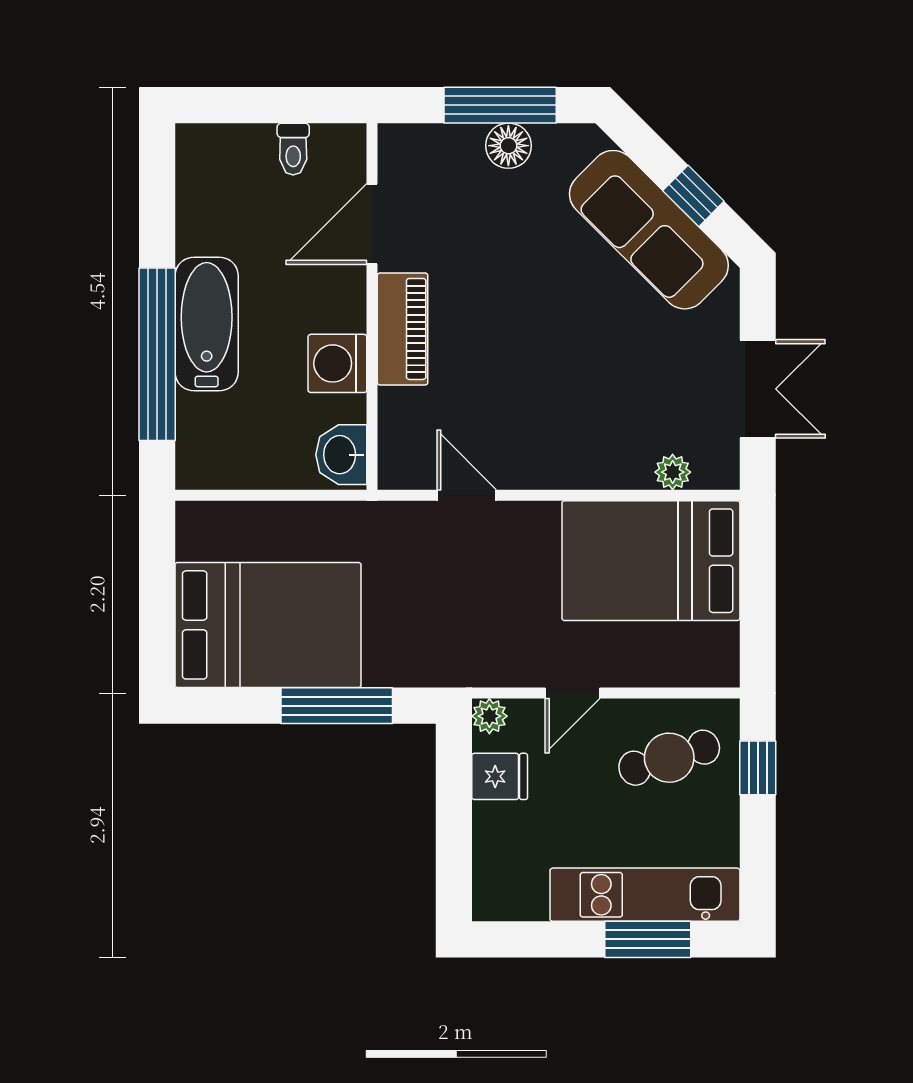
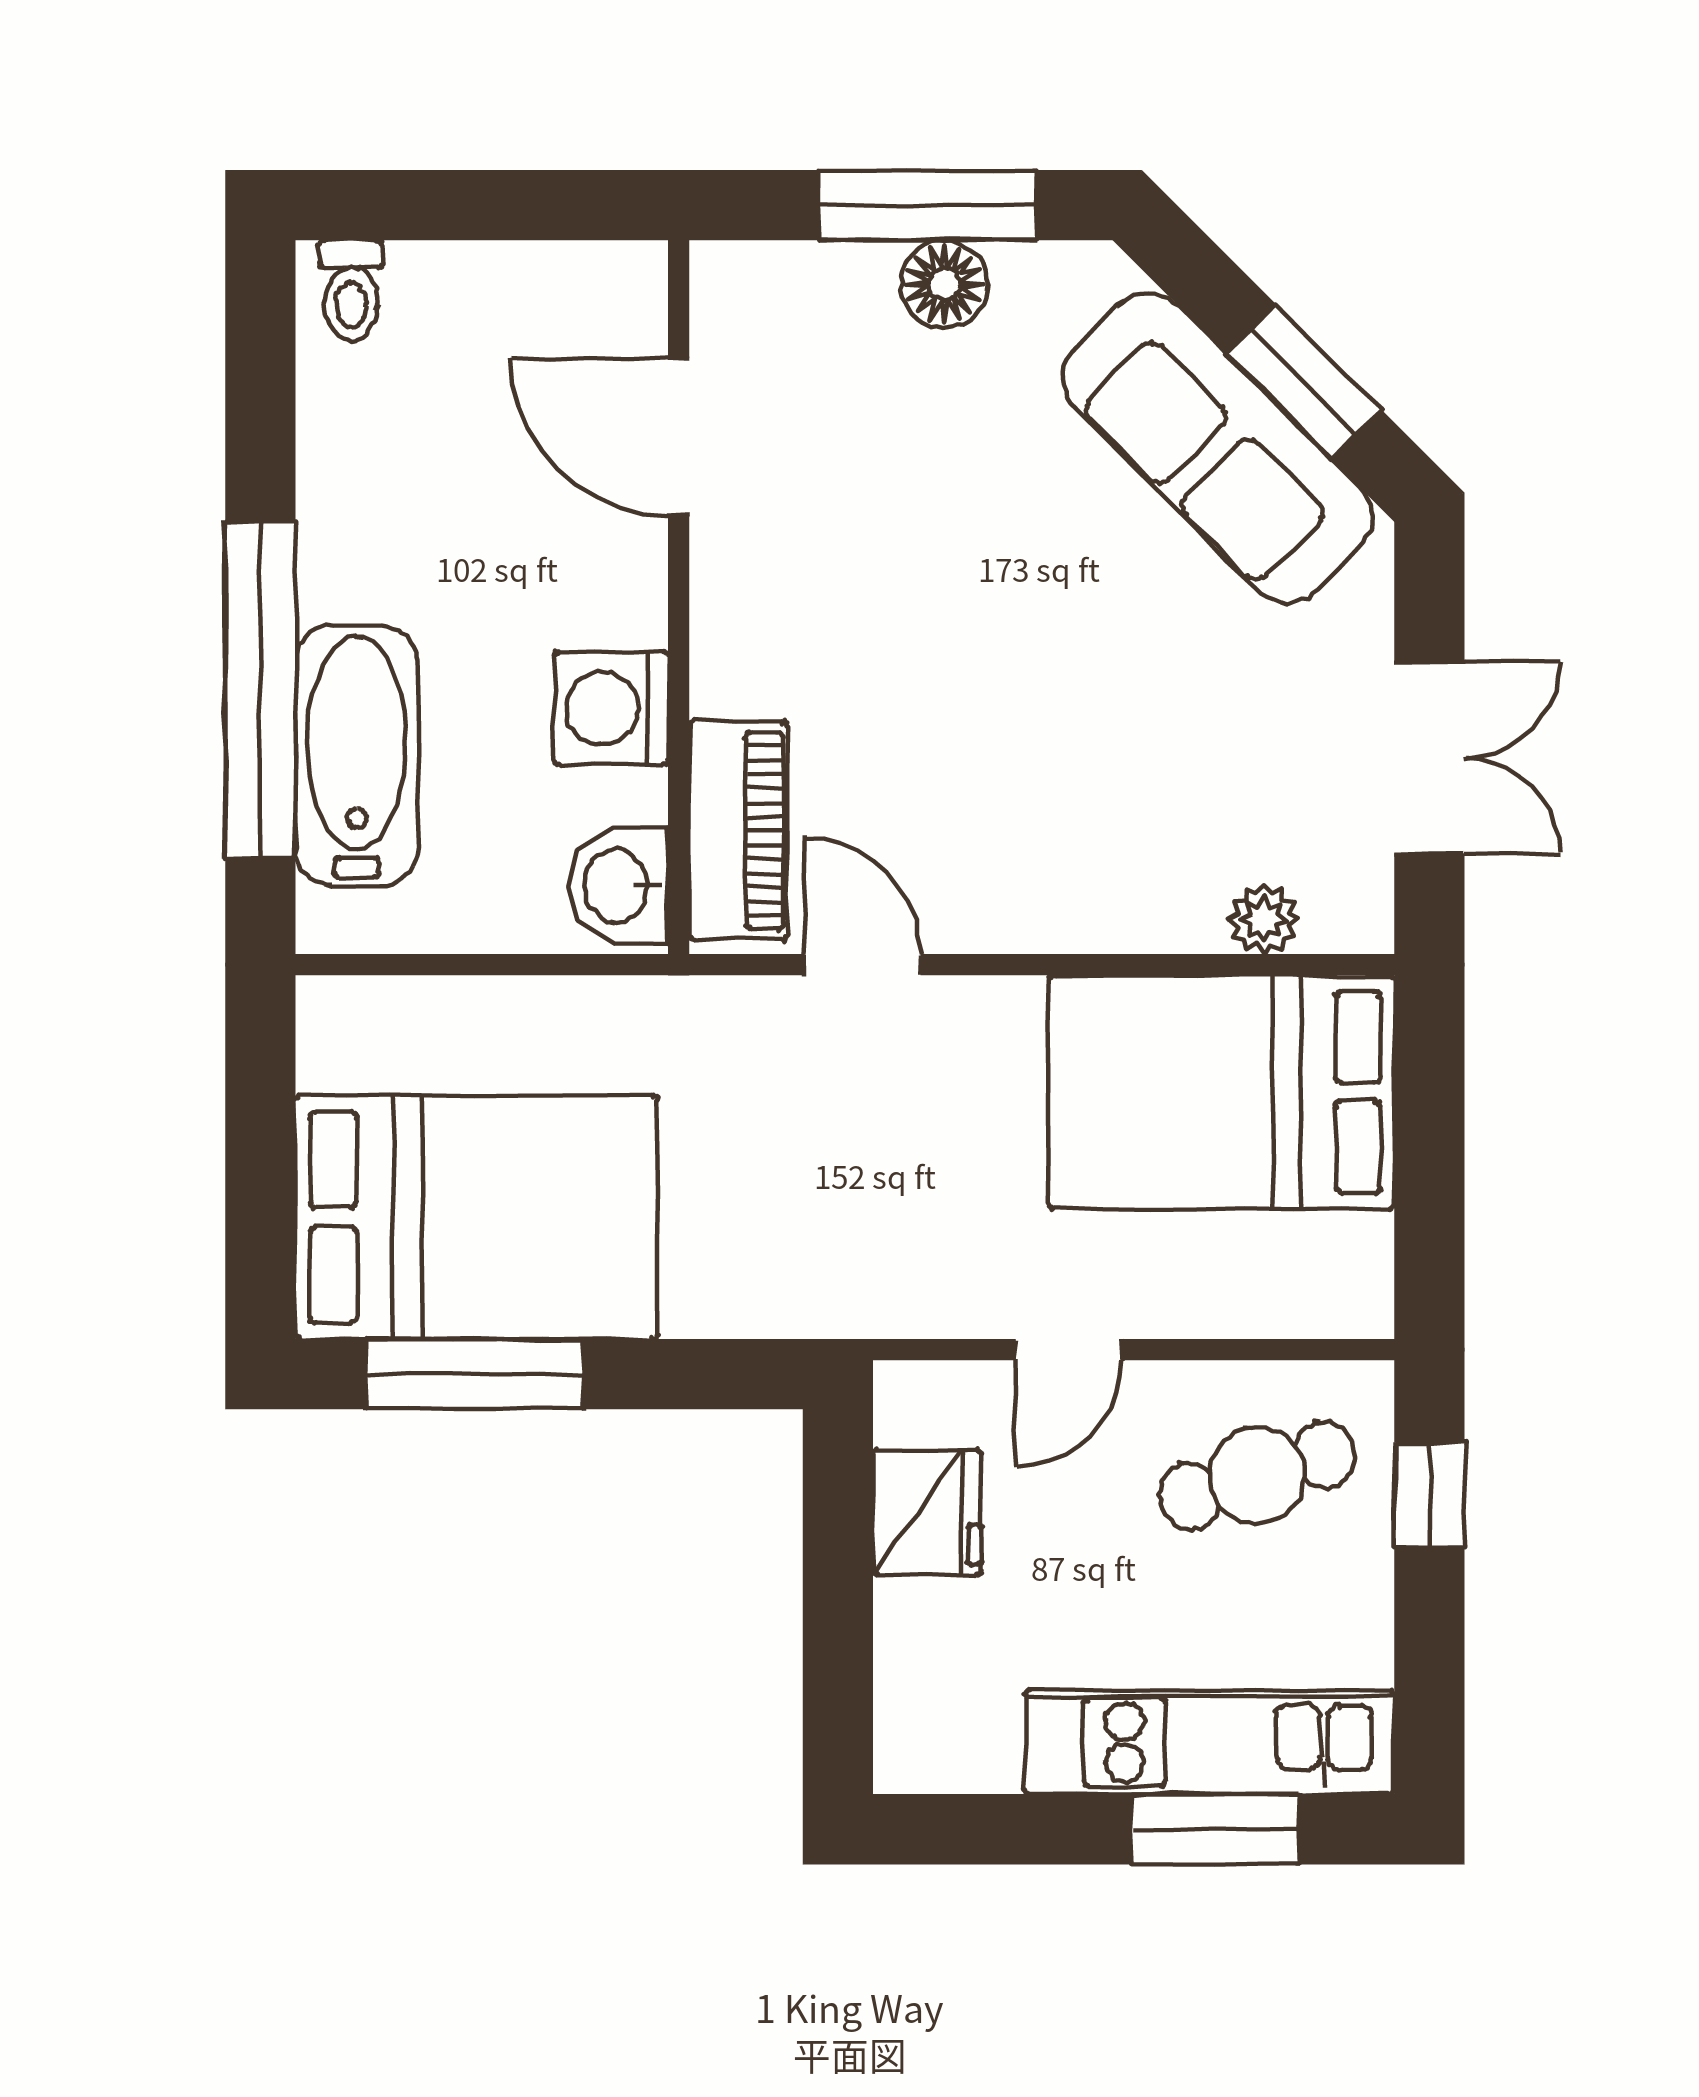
toilet: (293, 149) -> (351, 291), moved
window: (693, 196) -> (1304, 382), width x1.50
door: (372, 224) -> (679, 437), hinge flipped
bathtub: (207, 324) -> (357, 756), moved
piano: (403, 329) -> (738, 831), moved
window: (337, 706) -> (475, 1374), moved
plant: (489, 716) -> (907, 1395), removed
fridge: (500, 776) -> (927, 1512), width x1.38

